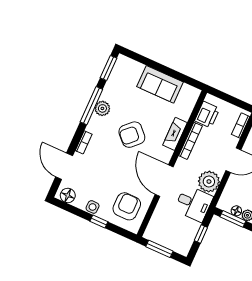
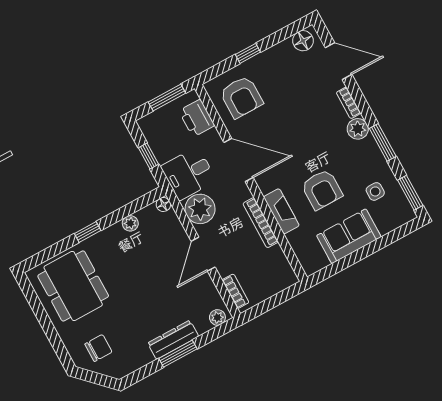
window: (91, 106) -> (383, 142), width x0.69
plant: (102, 108) -> (358, 129), moved
printer: (207, 115) -> (197, 118), moved
armchair: (132, 135) -> (322, 189), moved, turned 134
side table: (93, 207) -> (375, 191), moved
floor lamp: (236, 211) -> (163, 204), moved
window: (233, 219) -> (138, 204), removed

